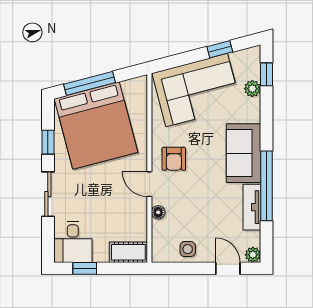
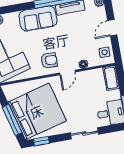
window: (48, 142) -> (41, 141), moved
side table: (188, 249) -> (105, 52), moved
door: (228, 268) -> (112, 28), moved

